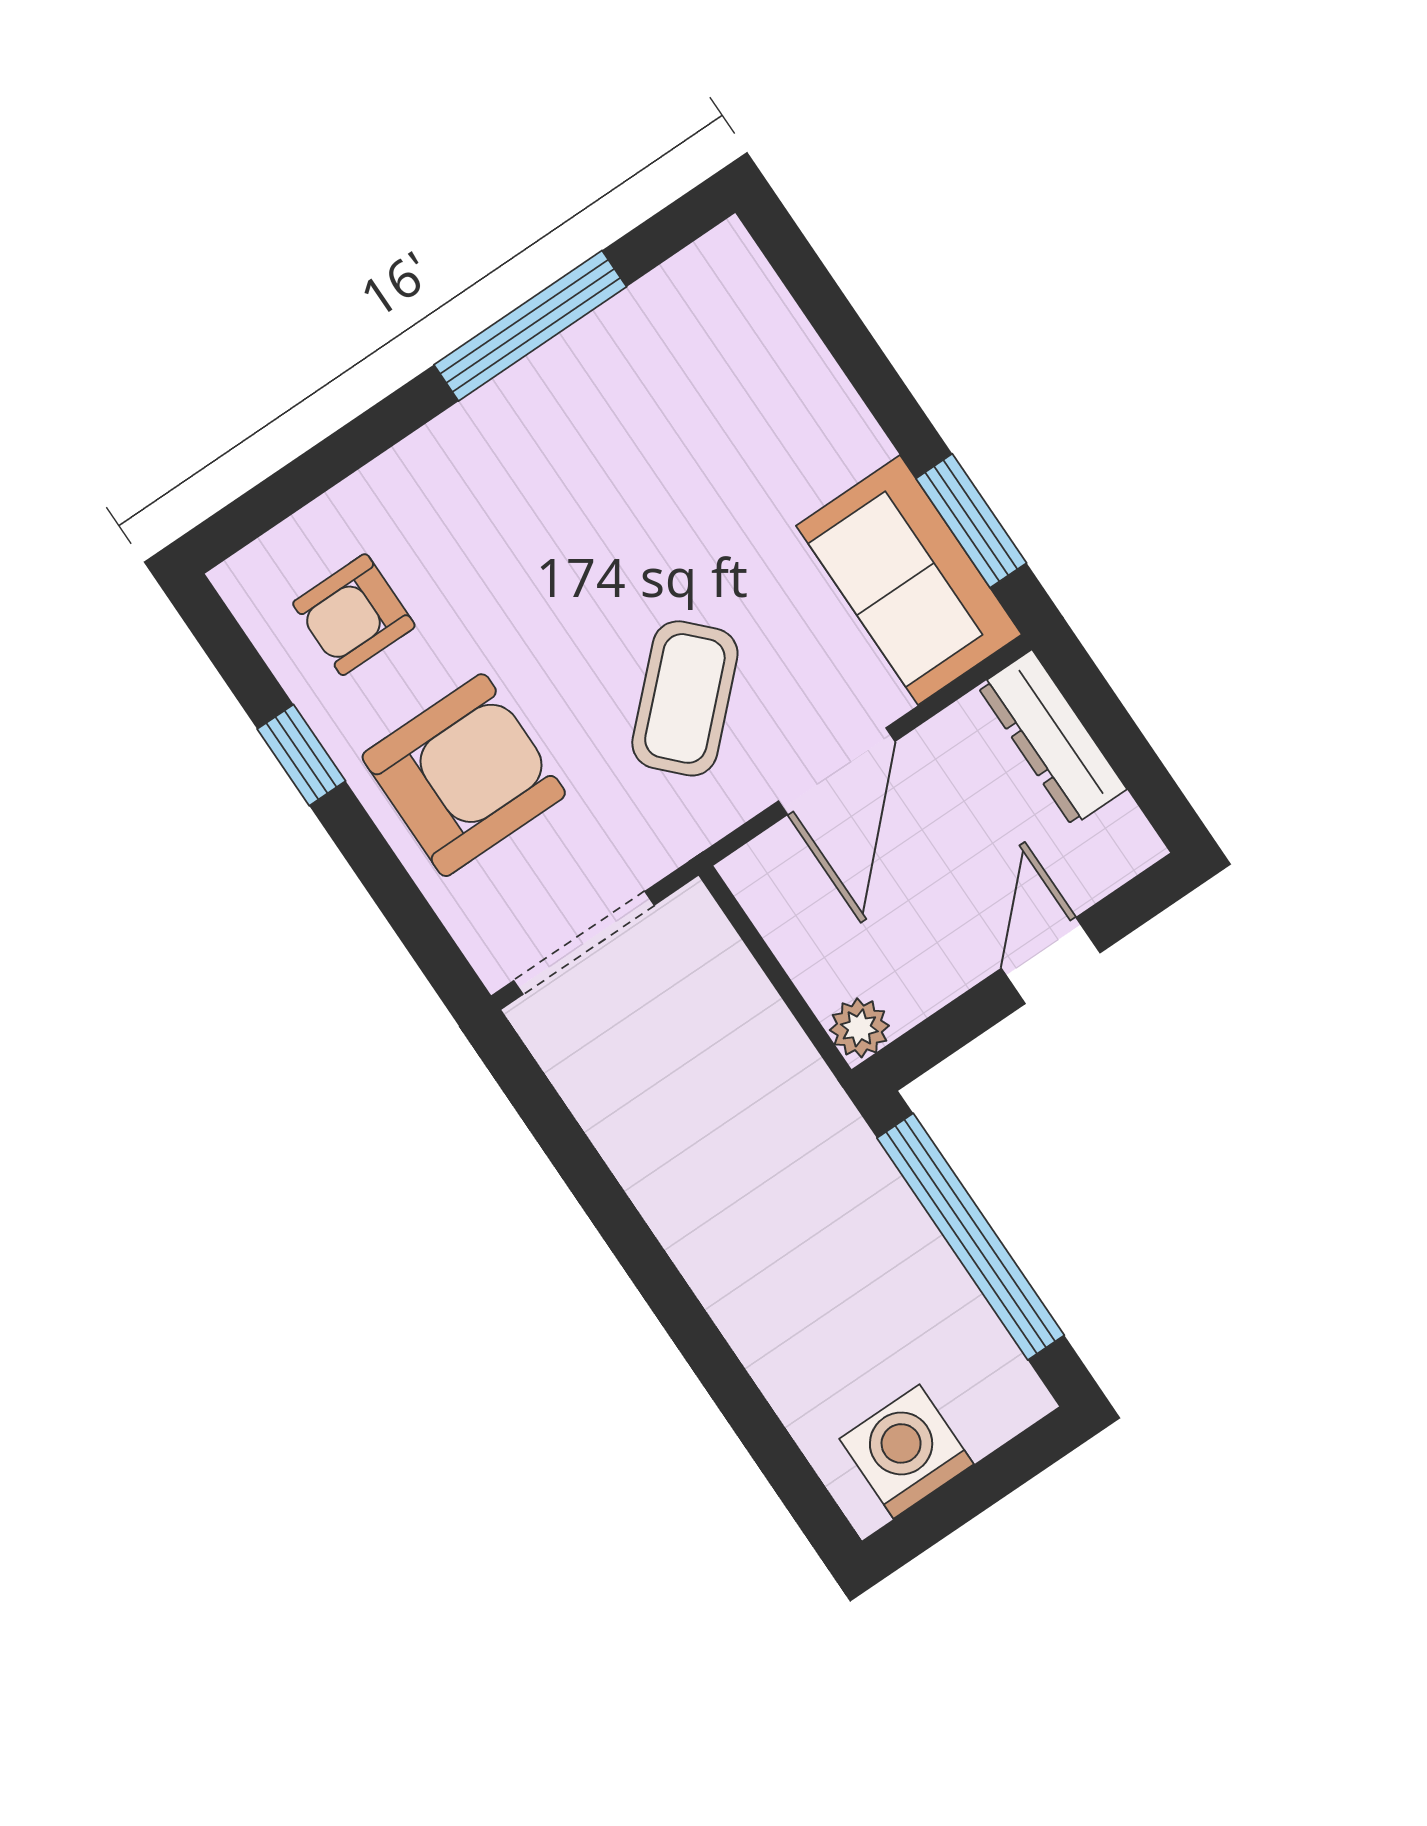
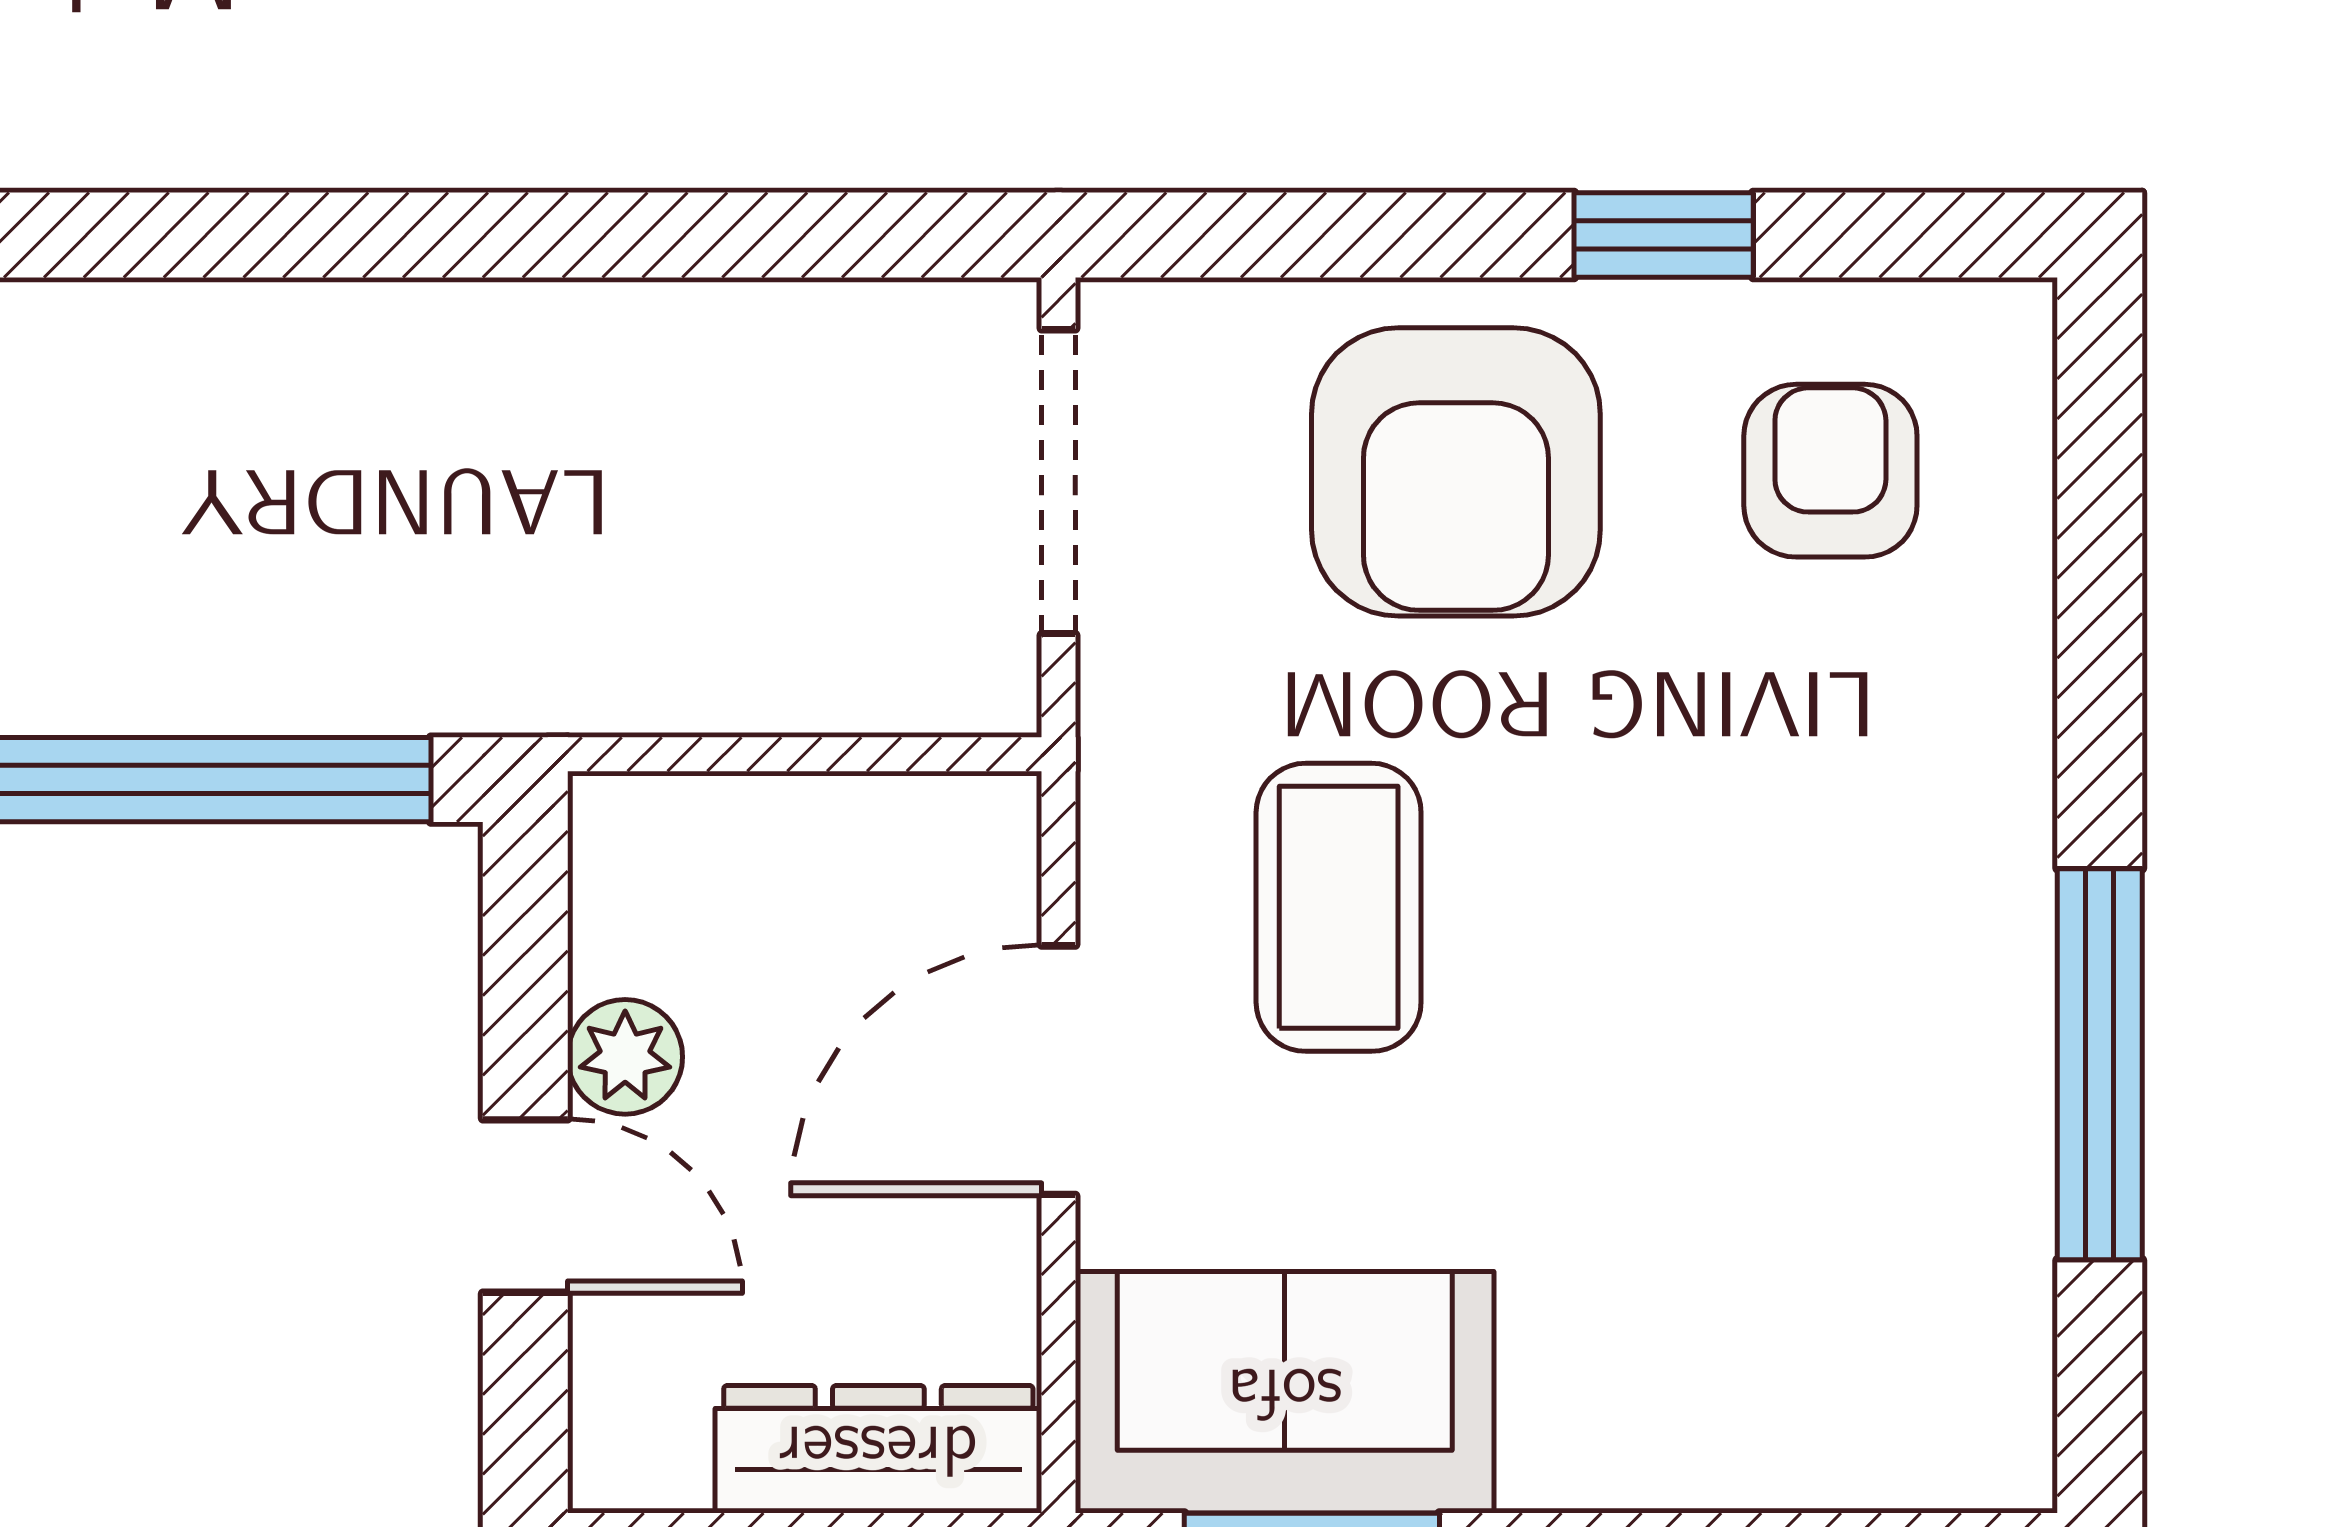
coffee table: (685, 698) -> (1339, 907), turned 44
door: (837, 771) -> (1059, 1070), hinge flipped
plant: (859, 1028) -> (625, 1057), moved

